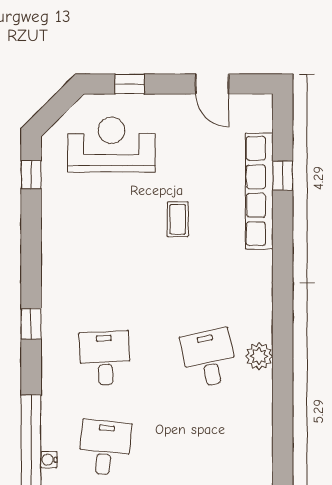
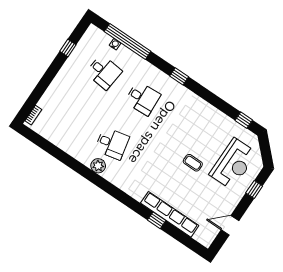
window: (283, 176) -> (157, 220), moved
coffee table: (178, 219) -> (193, 163), moved

